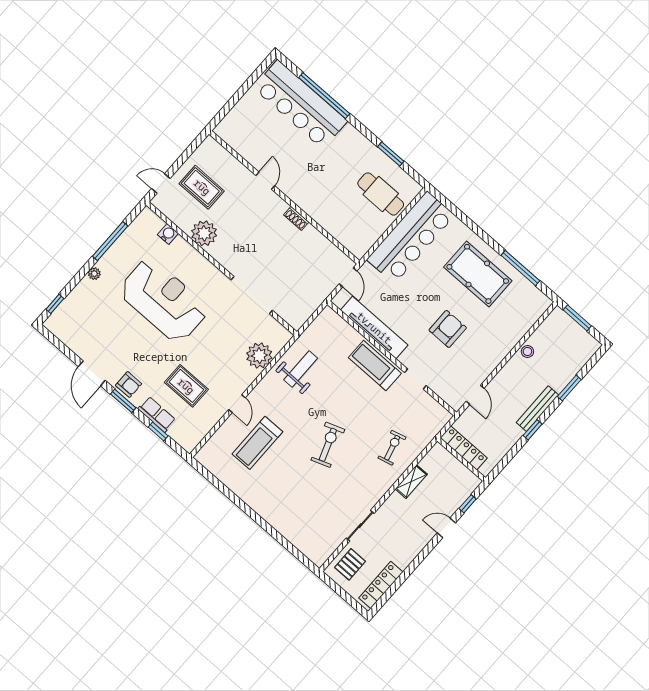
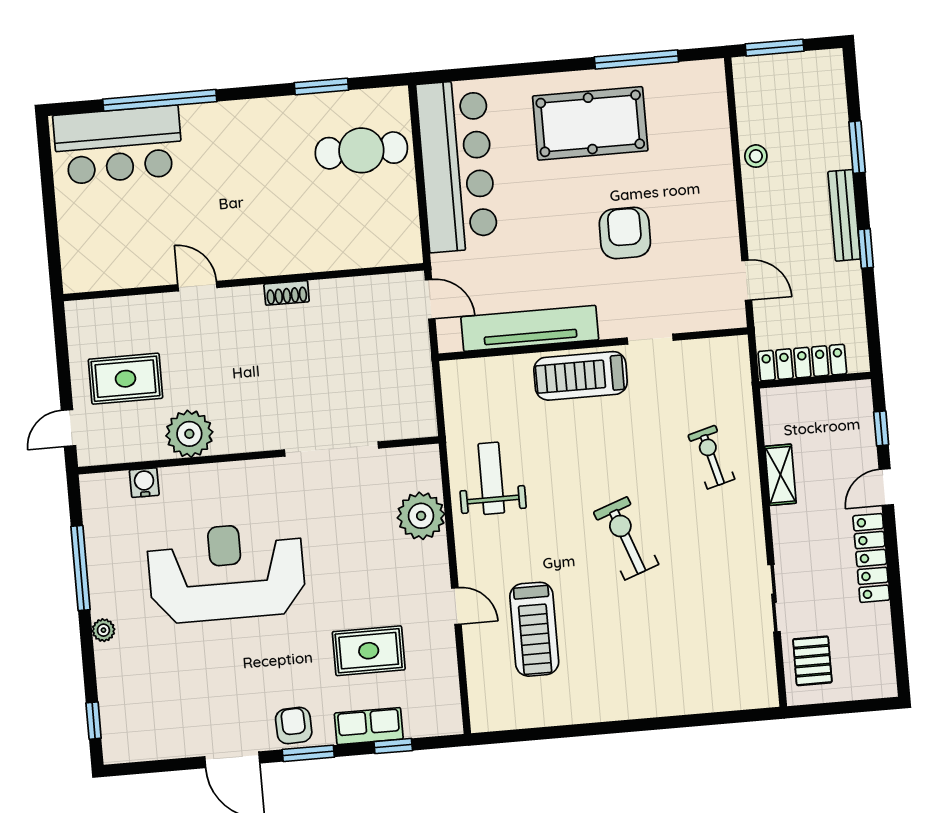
bar counter: (300, 104) -> (118, 145), width x0.73
armchair: (129, 385) -> (294, 726), turned -92
locker: (381, 585) -> (871, 558), moved

